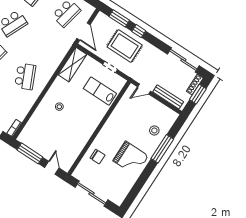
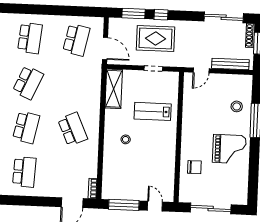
lab bench: (100, 91) -> (153, 111), moved

